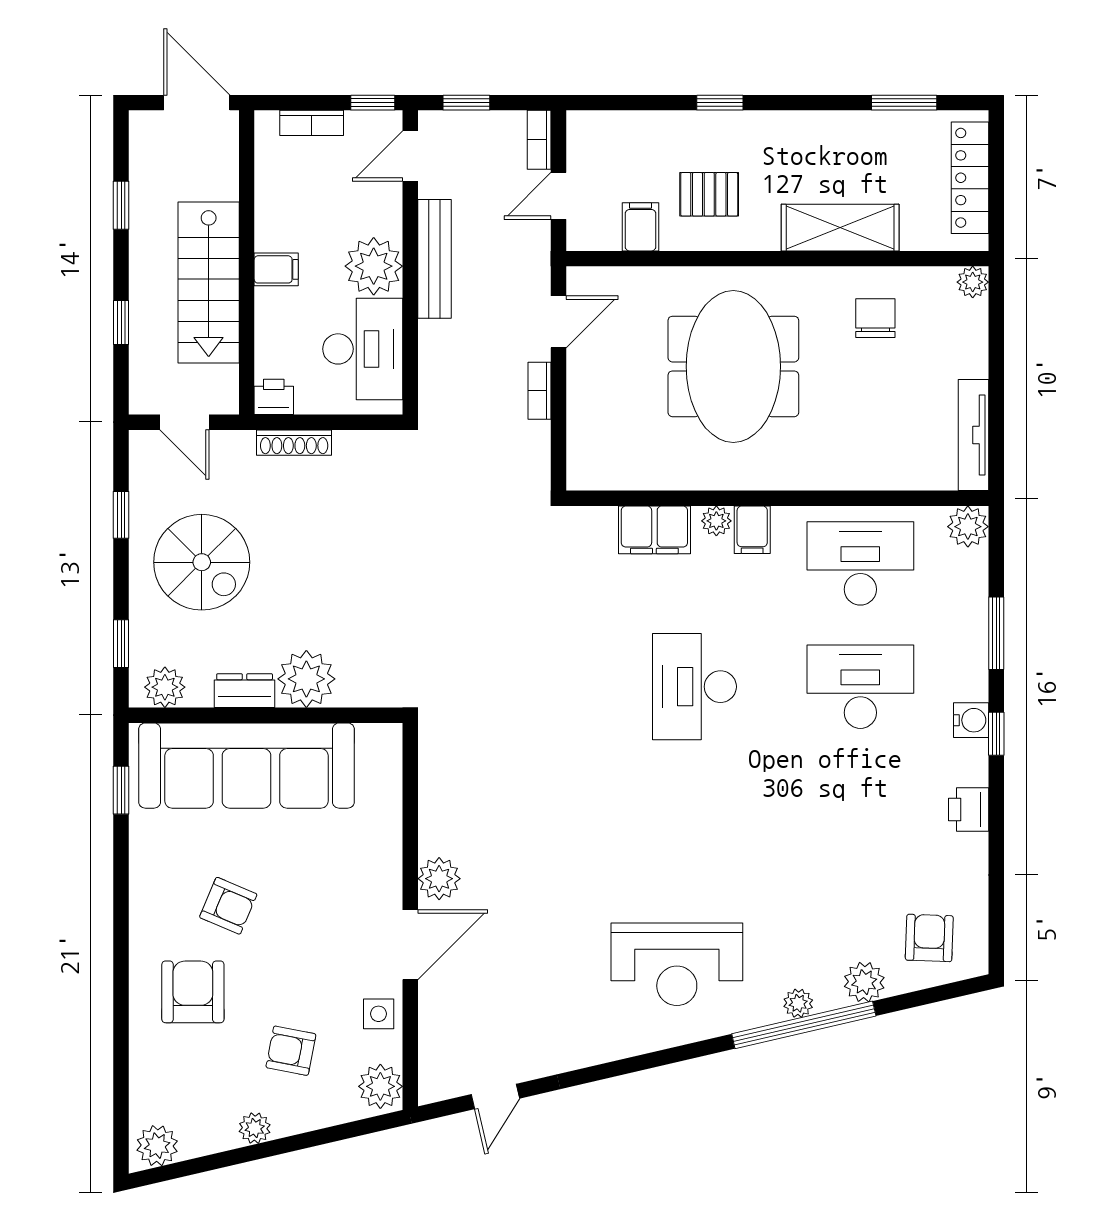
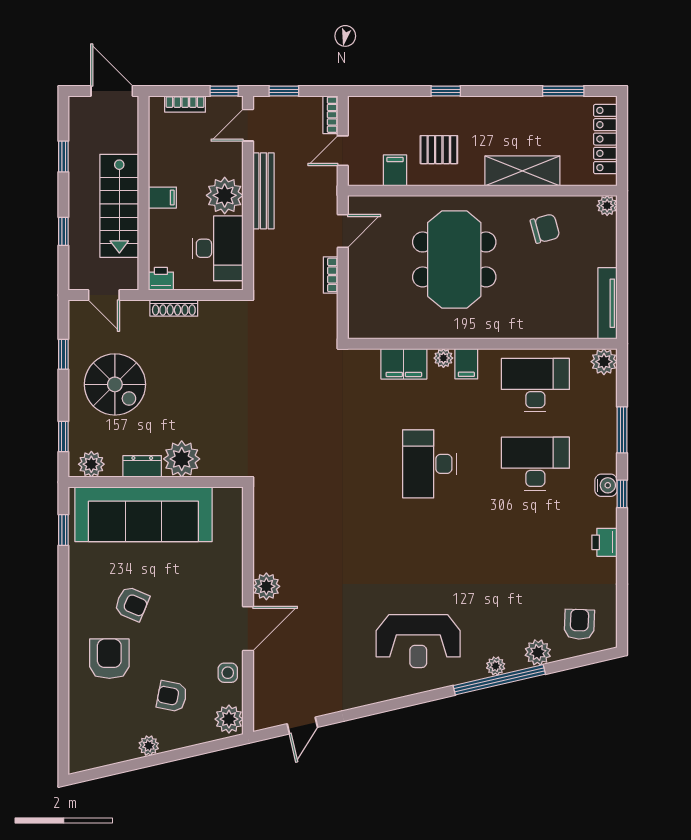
chair: (875, 318) -> (545, 229), turned 75
plant: (157, 1146) -> (86, 757), removed

